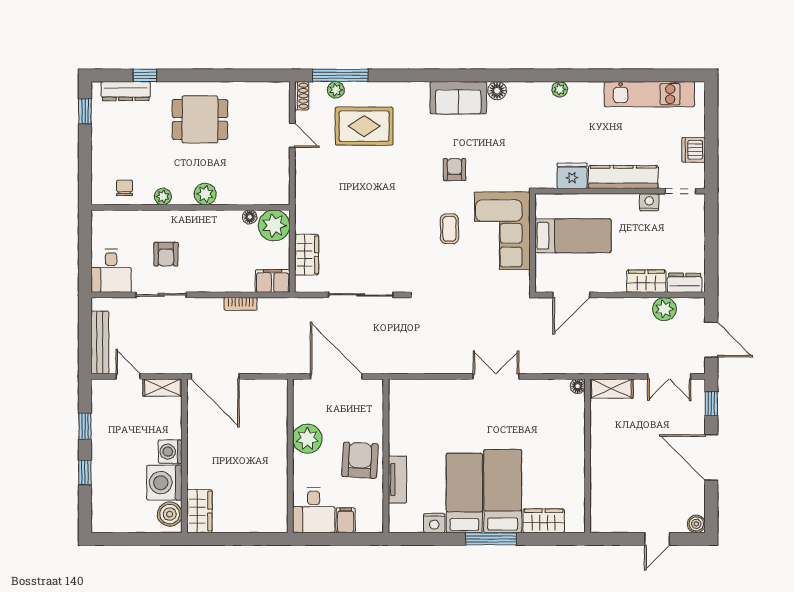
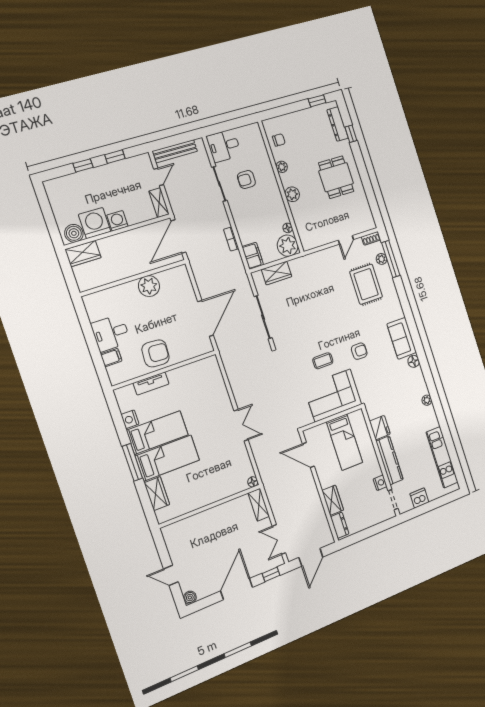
plant: (664, 309) -> (320, 519), removed
plant: (307, 439) -> (149, 286), moved
wall: (290, 456) -> (133, 278), moved

